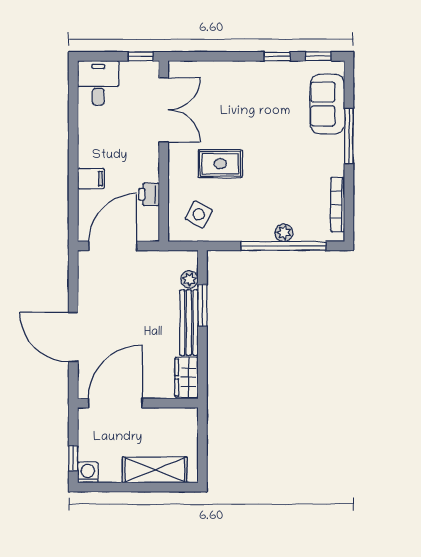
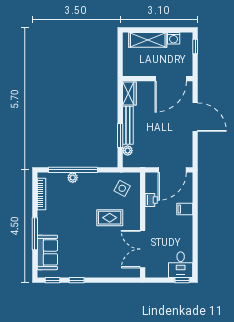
window: (141, 56) -> (182, 280), moved
washing machine: (88, 473) -> (174, 38), moved

